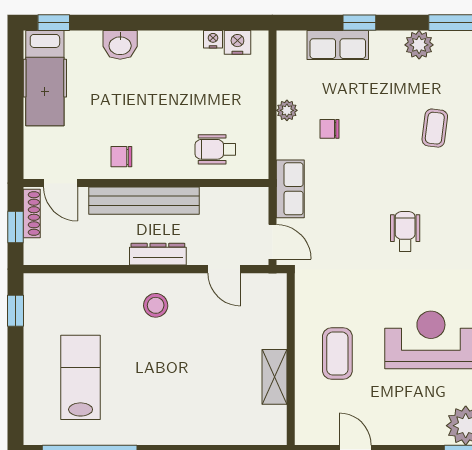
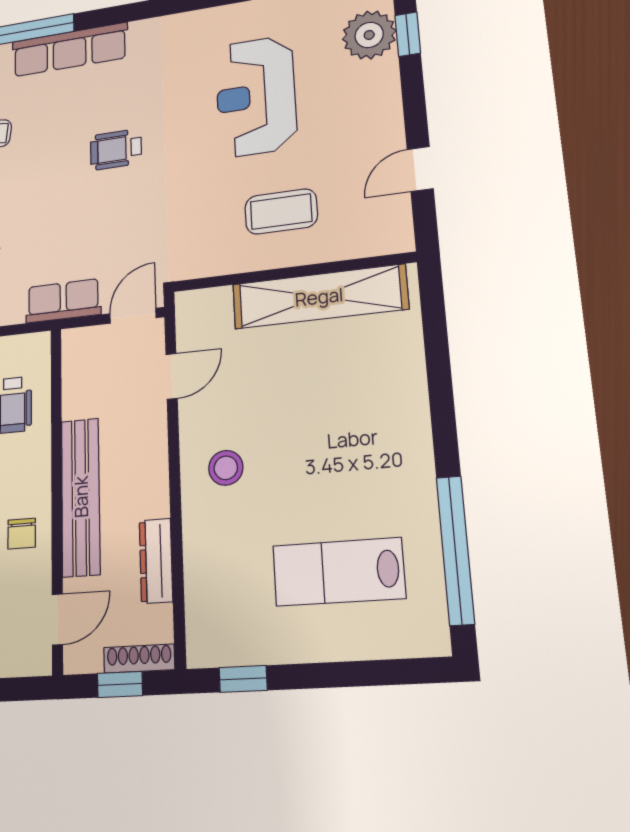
shoe rack: (32, 214) -> (139, 659), moved
dresser: (158, 254) -> (156, 561), moved
shelving: (274, 377) -> (319, 297), width x2.20, depth x1.33

